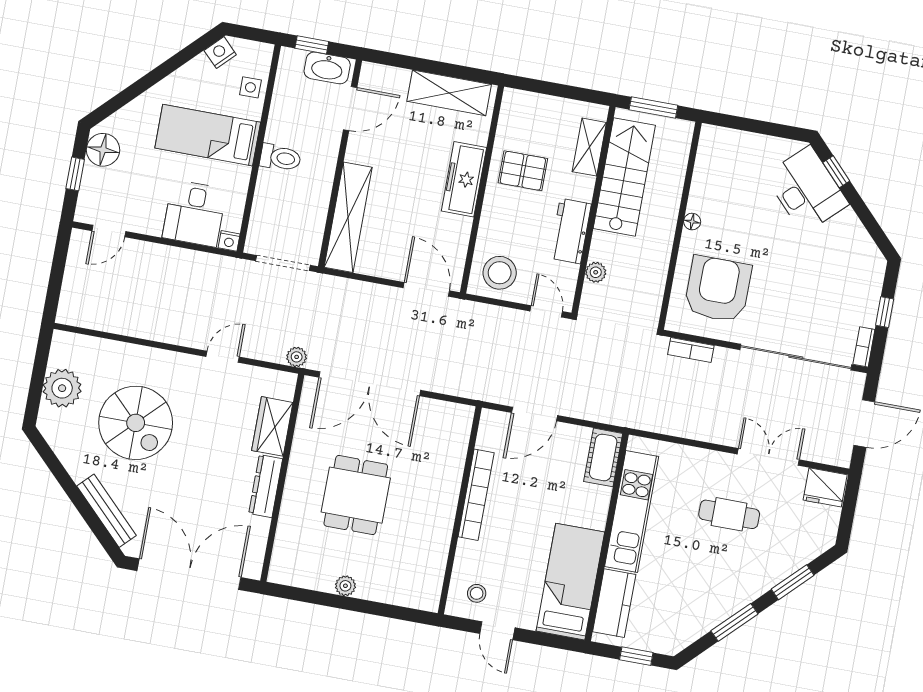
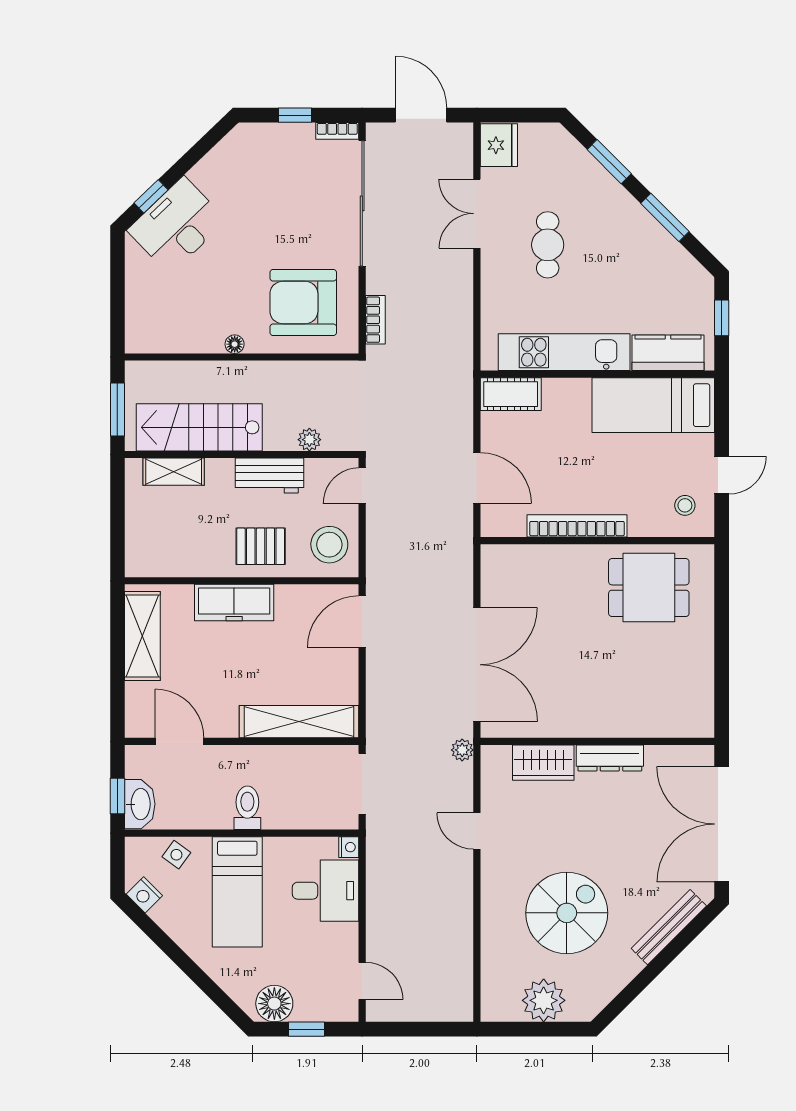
washbasin: (327, 68) -> (140, 804), moved
side table: (250, 87) -> (176, 855), turned 36
pallet: (523, 171) -> (261, 546), moved, turned 90
dining table: (356, 495) -> (649, 588), moved
plant: (345, 586) -> (703, 651), removed

